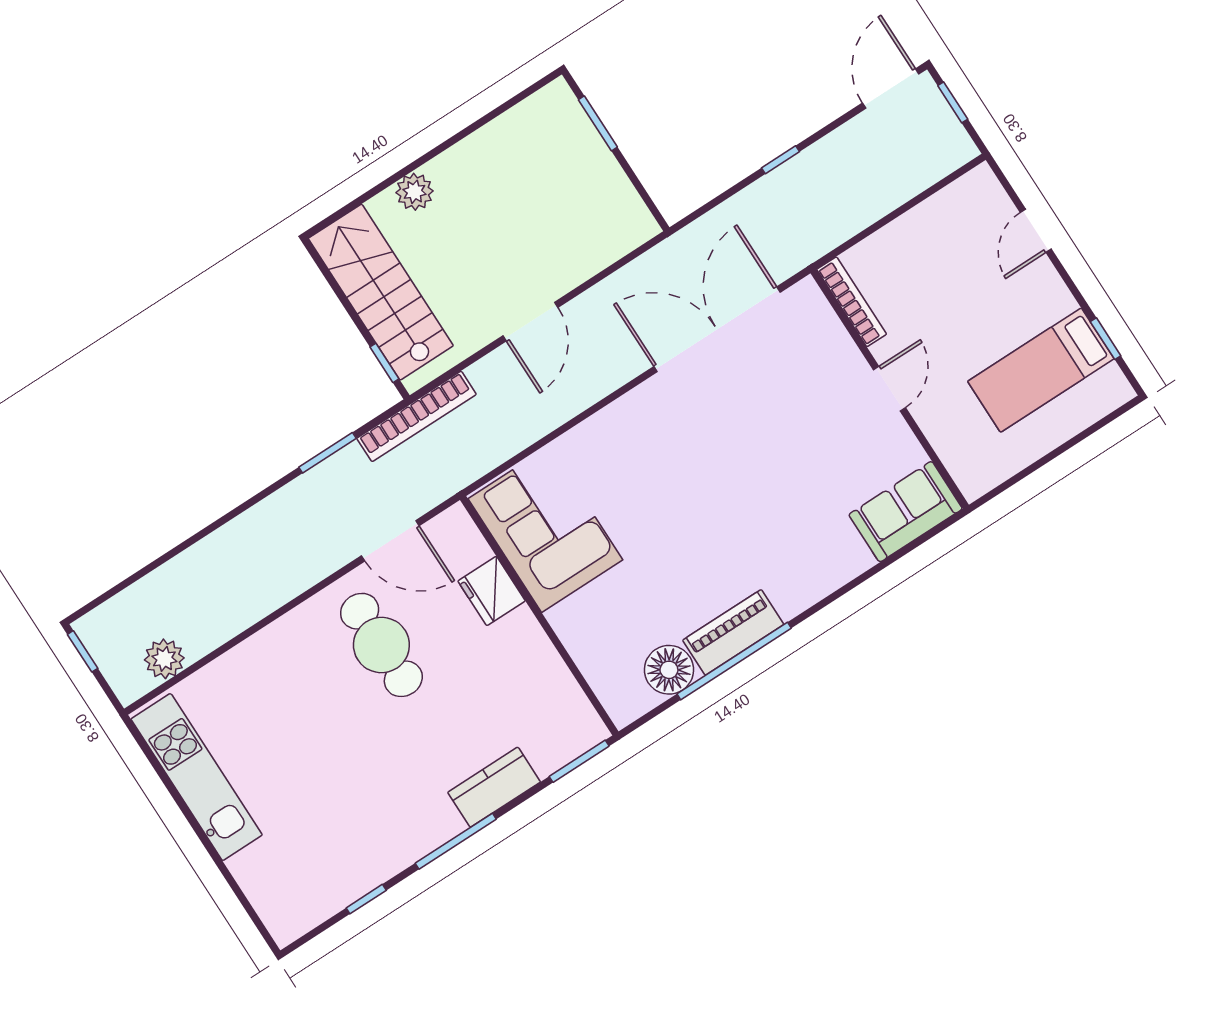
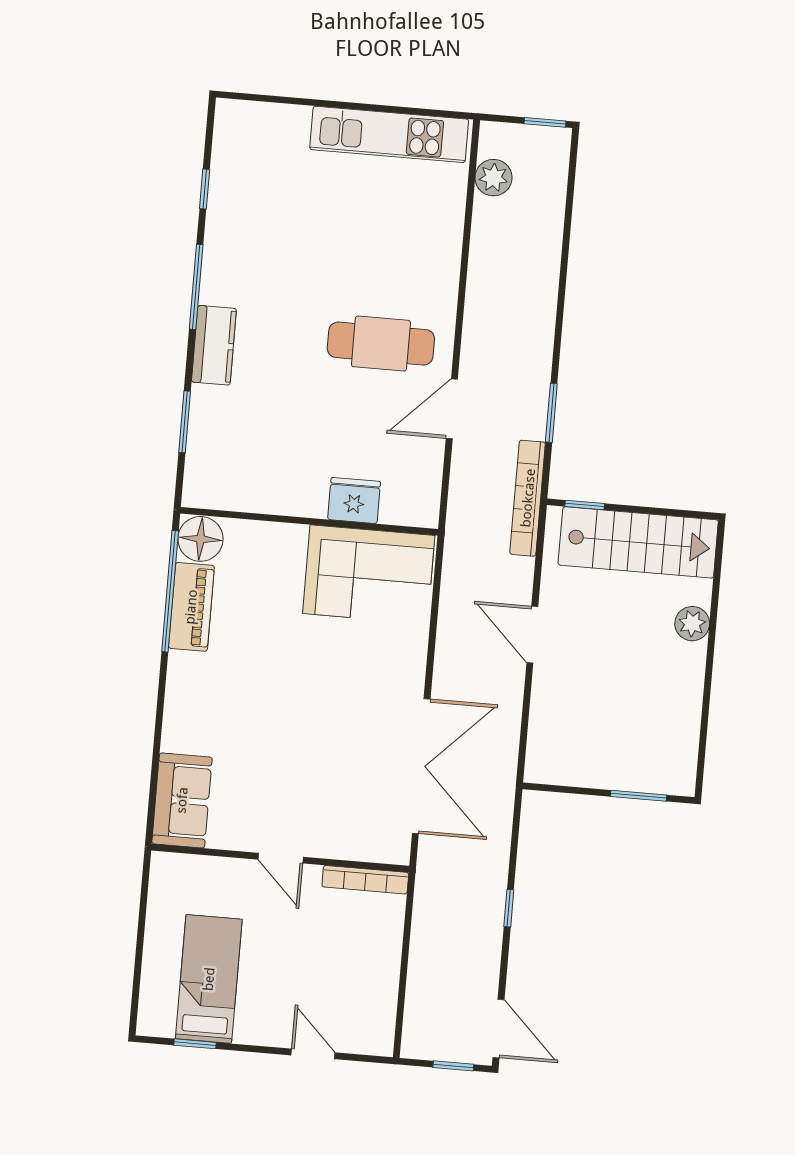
corner sofa: (545, 529) -> (369, 575), moved
fridge: (492, 591) -> (354, 500), moved
wall: (539, 616) -> (309, 521), moved

